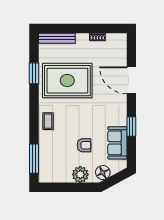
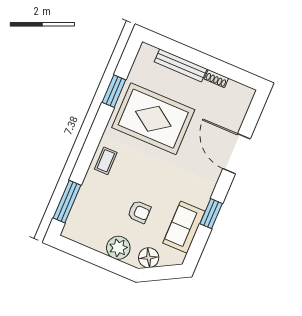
bench: (57, 38) -> (181, 65), moved

